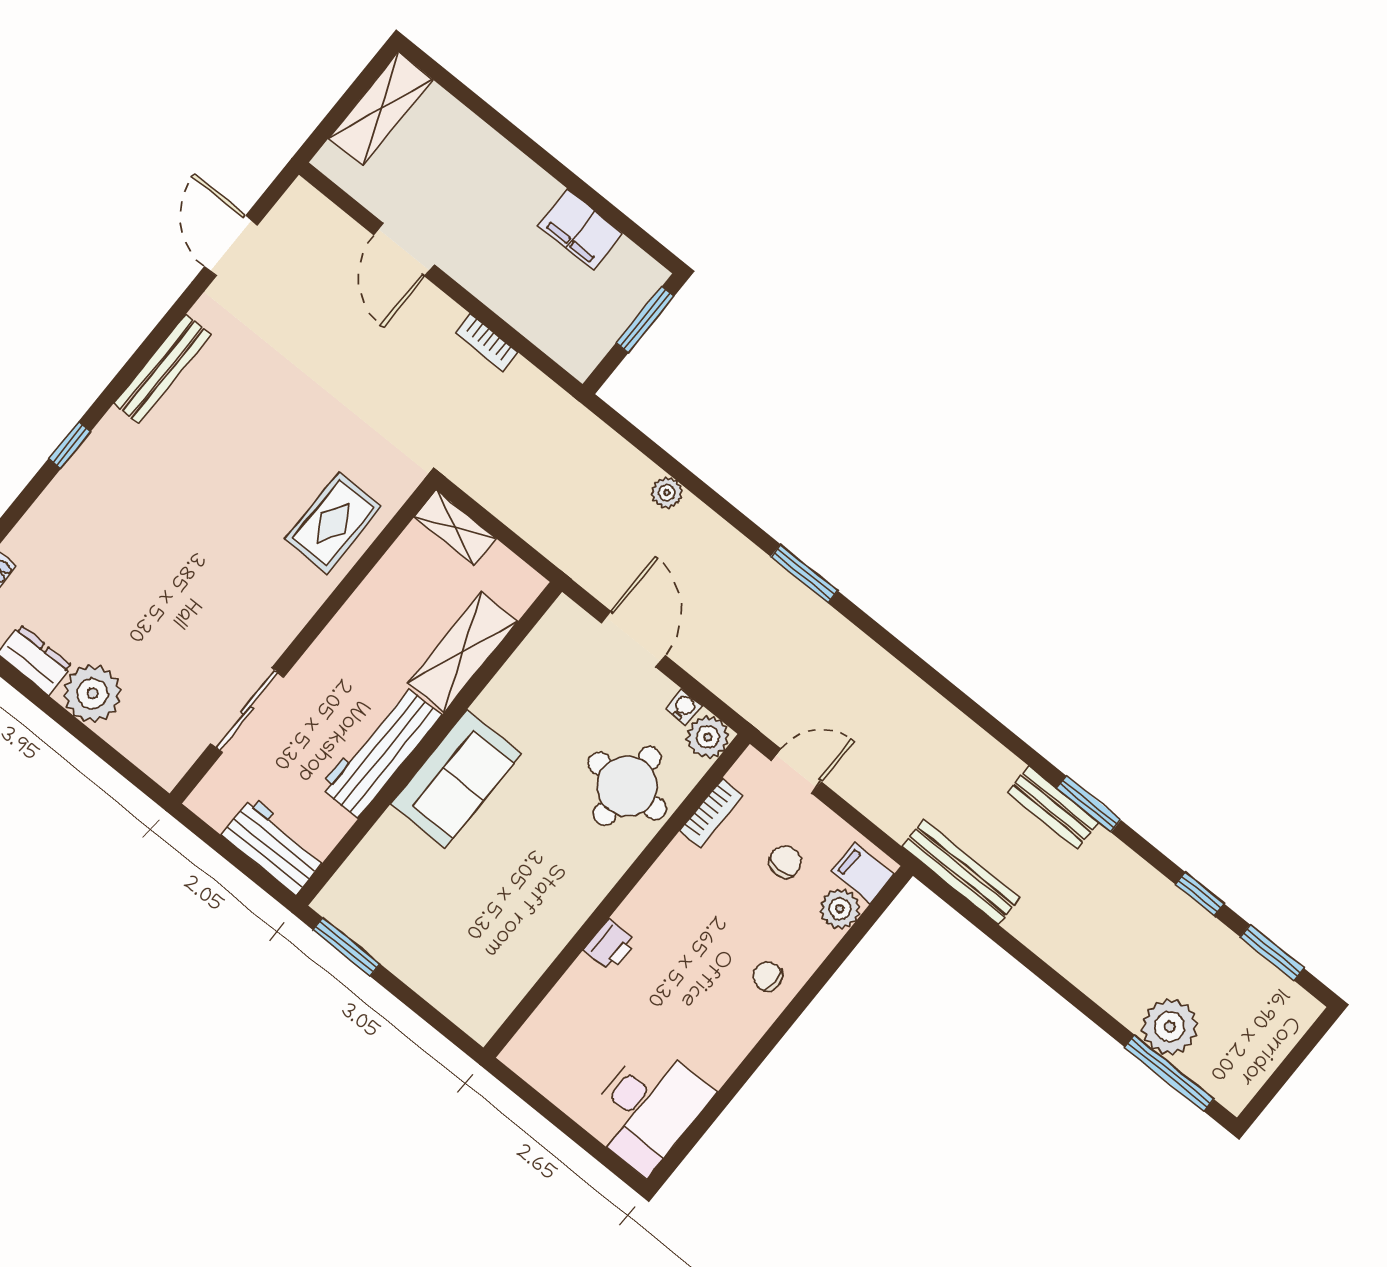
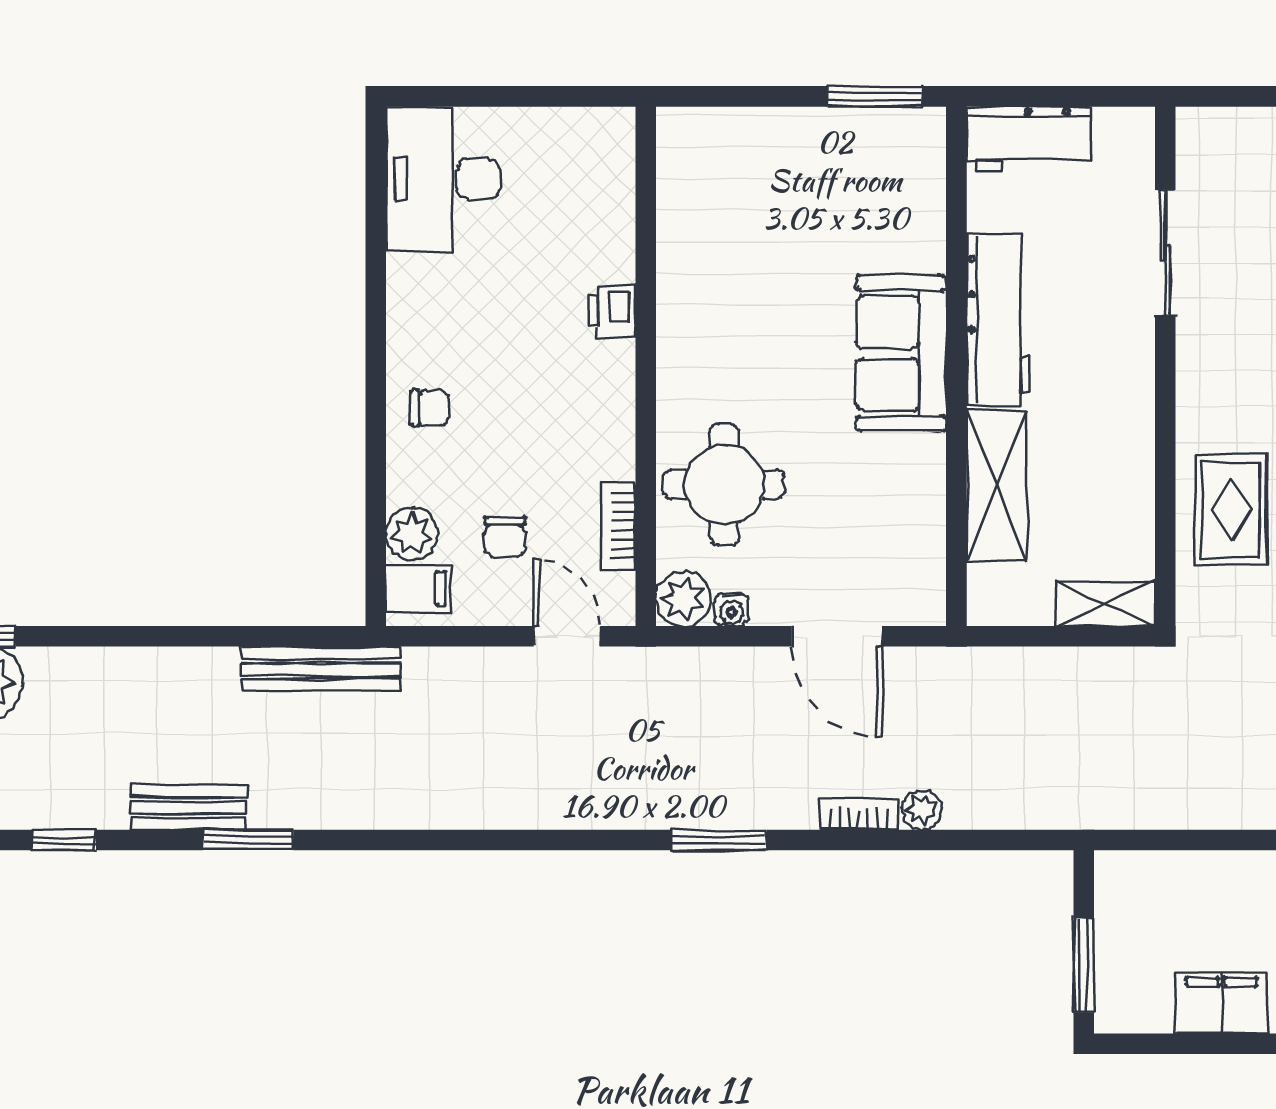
bookcase: (486, 342) -> (858, 814), moved
door: (796, 771) -> (567, 636), swing flipped
bench: (1053, 808) -> (189, 808), moved

